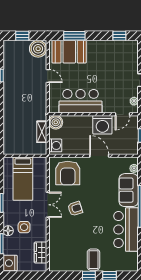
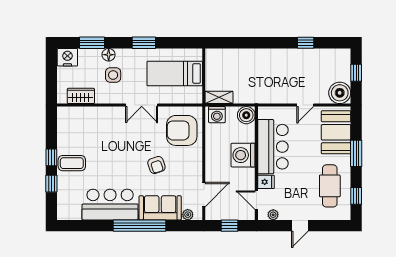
window: (74, 36) -> (356, 153), moved
cafe table: (111, 57) -> (330, 186), added
fridge: (108, 107) -> (266, 182), added
washing machine: (102, 125) -> (243, 155), moved
shelving: (42, 132) -> (219, 97), moved
door: (99, 156) -> (204, 195), moved
armchair: (75, 209) -> (156, 165), moved

